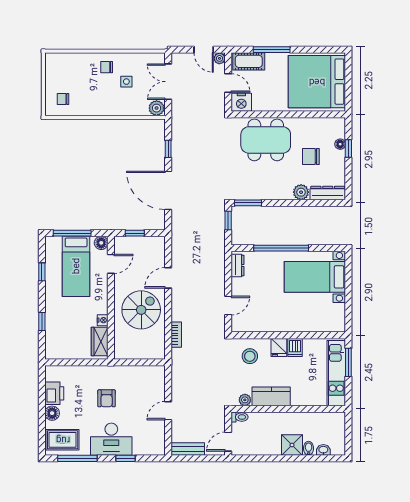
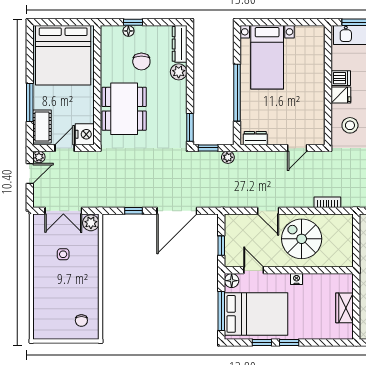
chair: (107, 67) -> (48, 275), removed
plant: (219, 239) -> (228, 157), added
bed: (76, 266) -> (256, 314), width x1.50
door: (228, 306) -> (297, 148), swing flipped
nightstand: (103, 320) -> (297, 279), moved
window: (42, 322) -> (289, 343), moved
wardrobe: (100, 341) -> (344, 308), moved, turned 90

